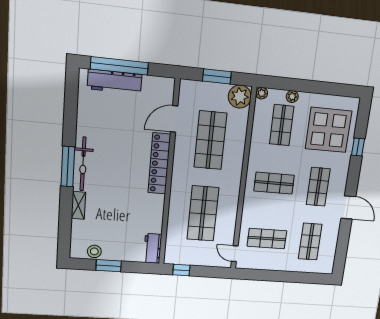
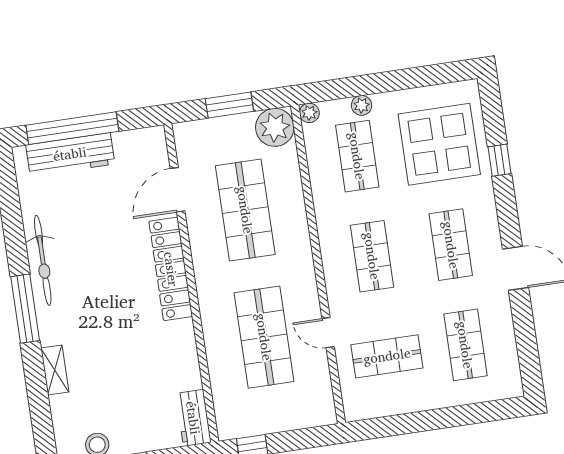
bicycle: (83, 164) -> (43, 260), moved
shop shelf: (274, 183) -> (372, 256), turned 90
door: (235, 254) -> (328, 333), moved

